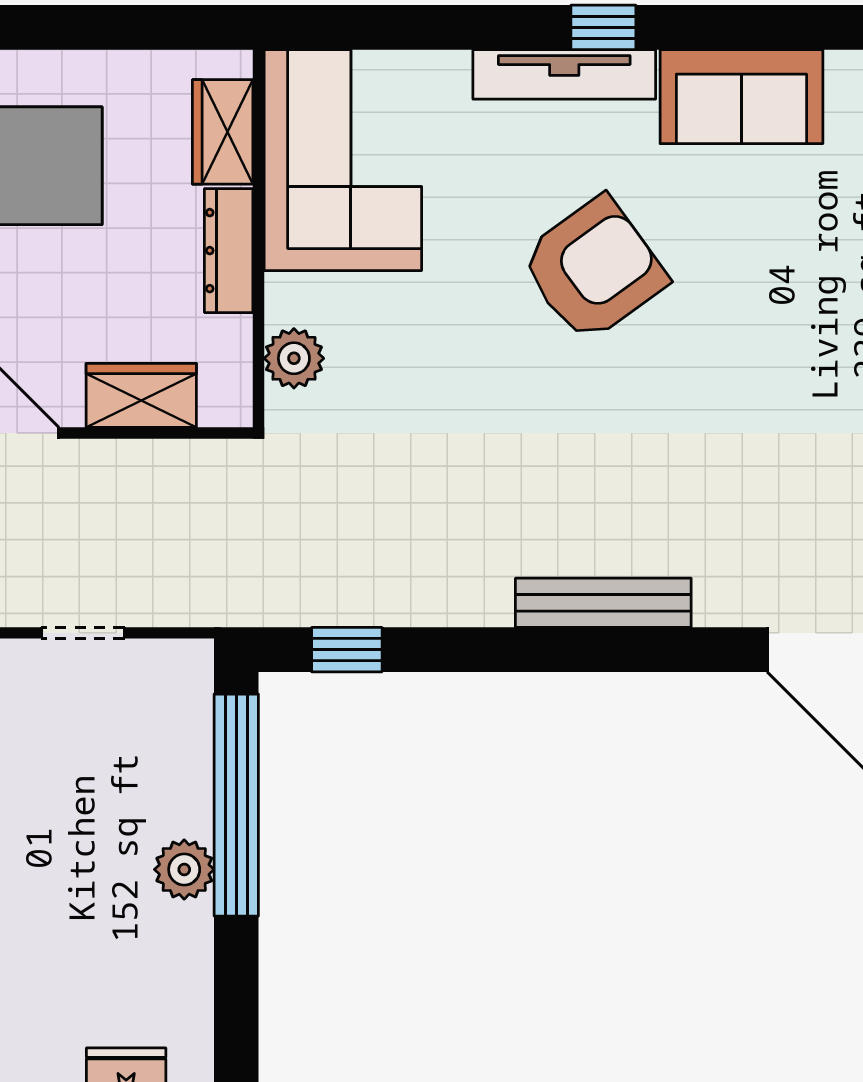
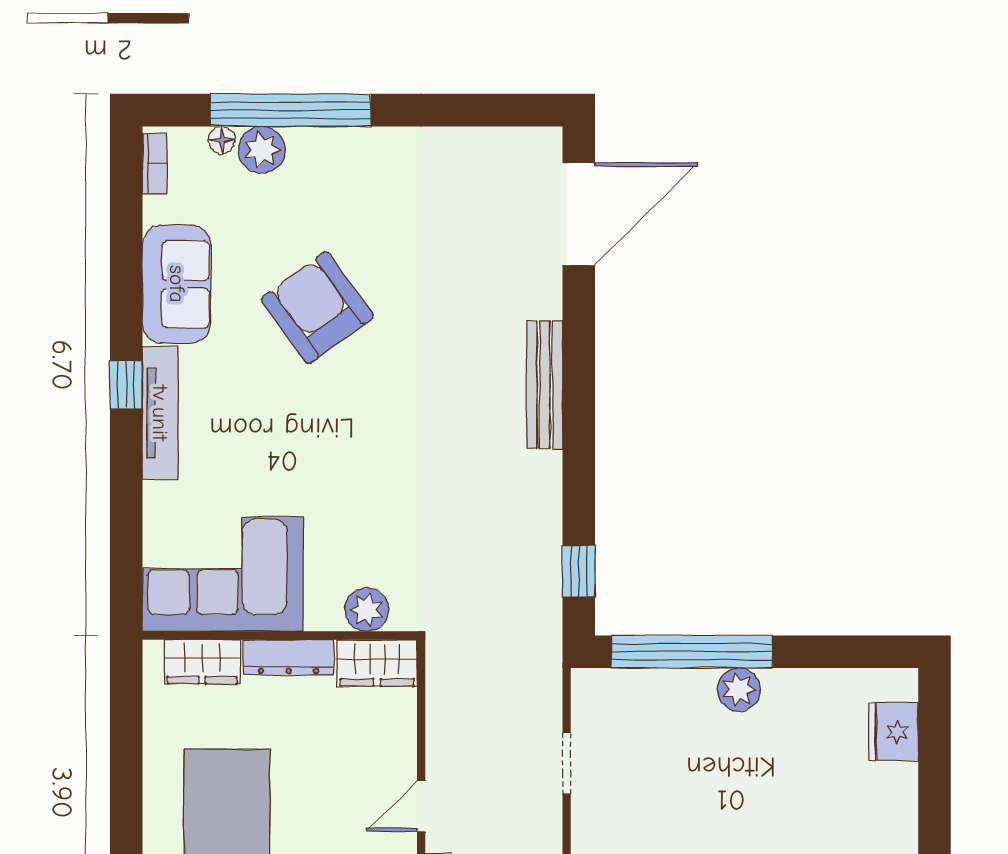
armchair: (593, 269) -> (317, 308), moved
wardrobe: (141, 395) -> (377, 663), moved, turned -90

